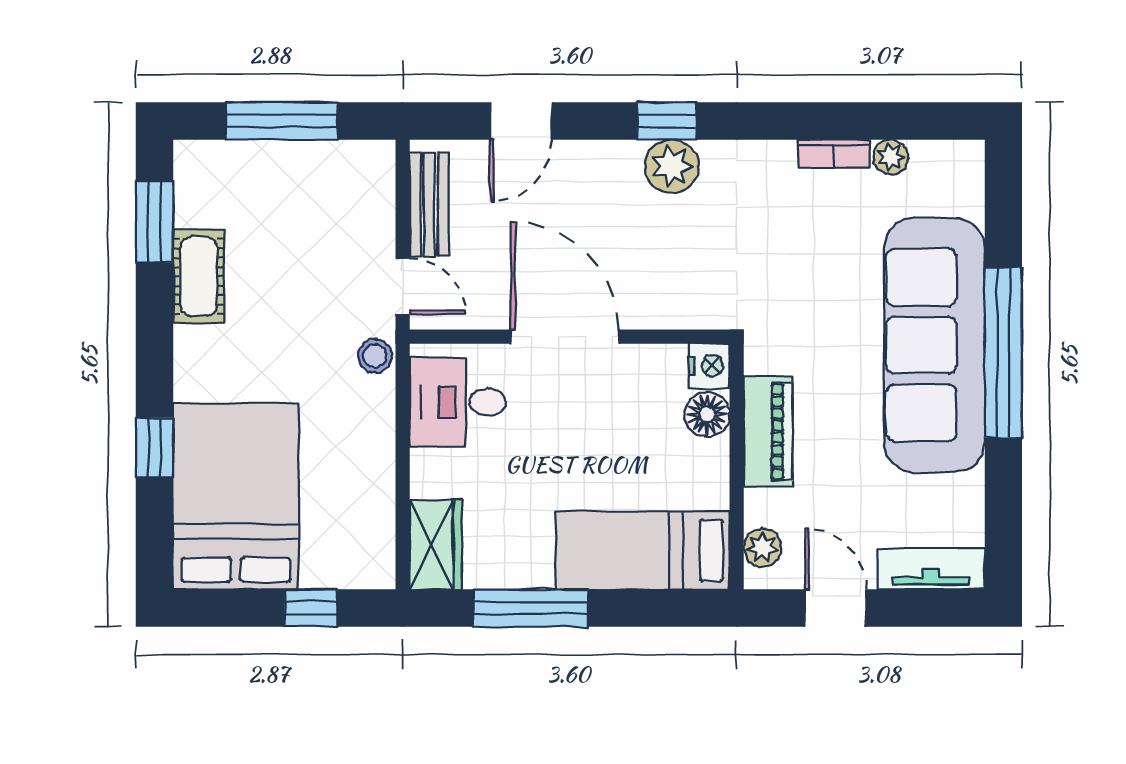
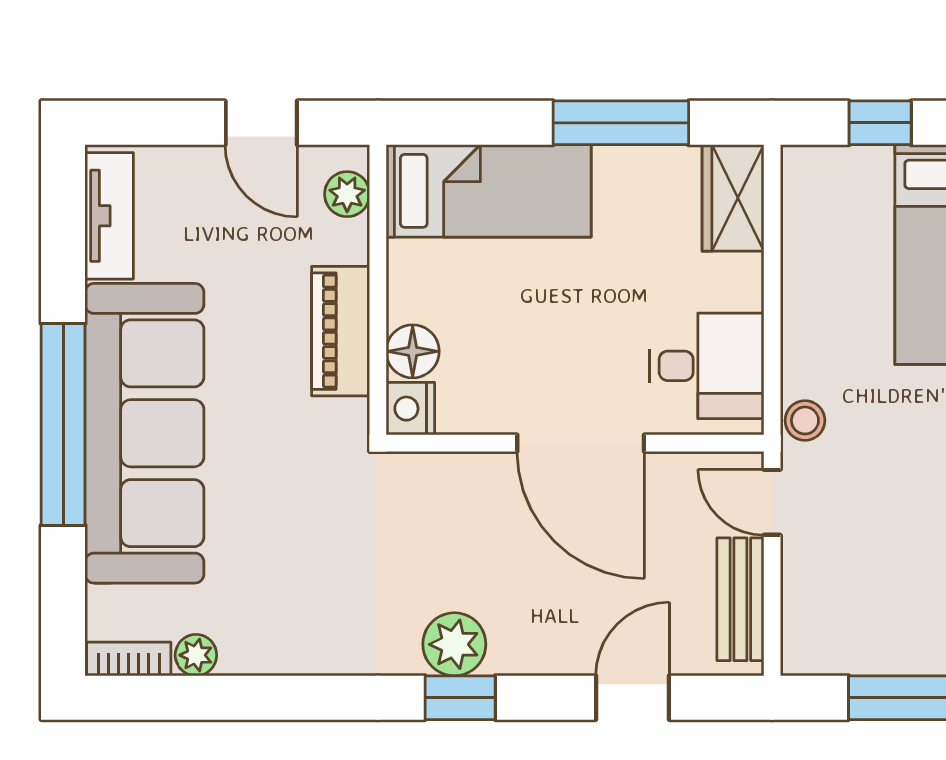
bookcase: (834, 154) -> (129, 659), moved
tv unit: (931, 569) -> (109, 216), moved, turned -90

